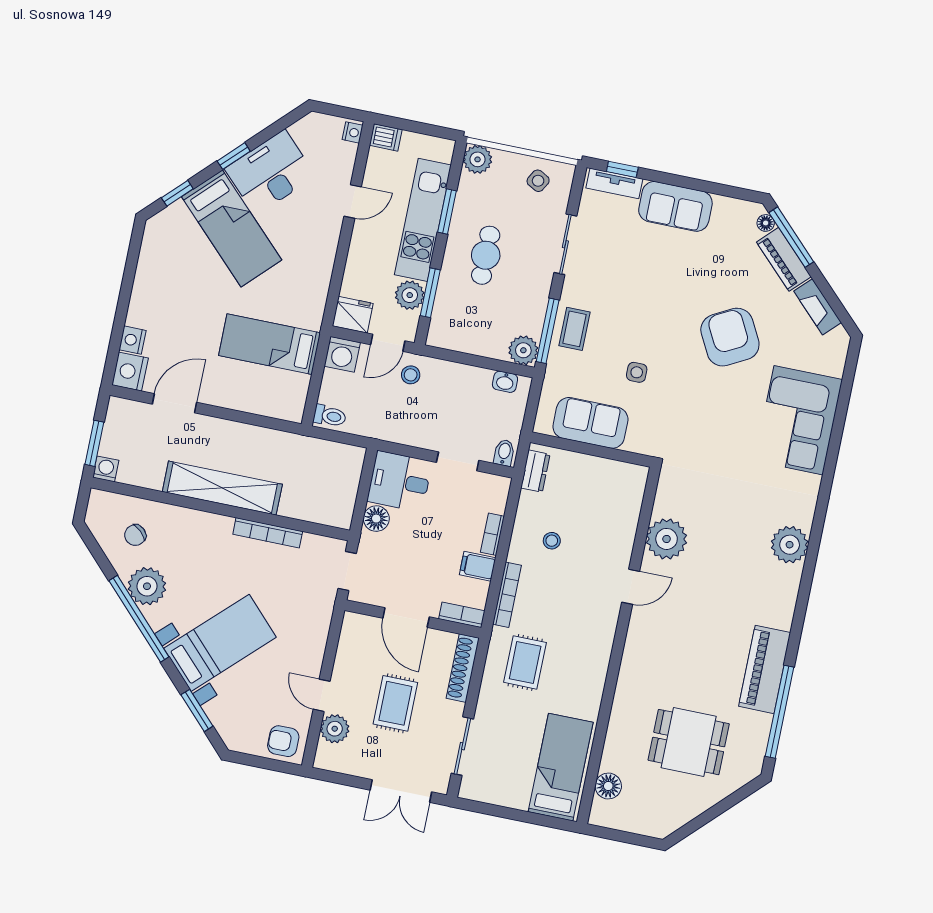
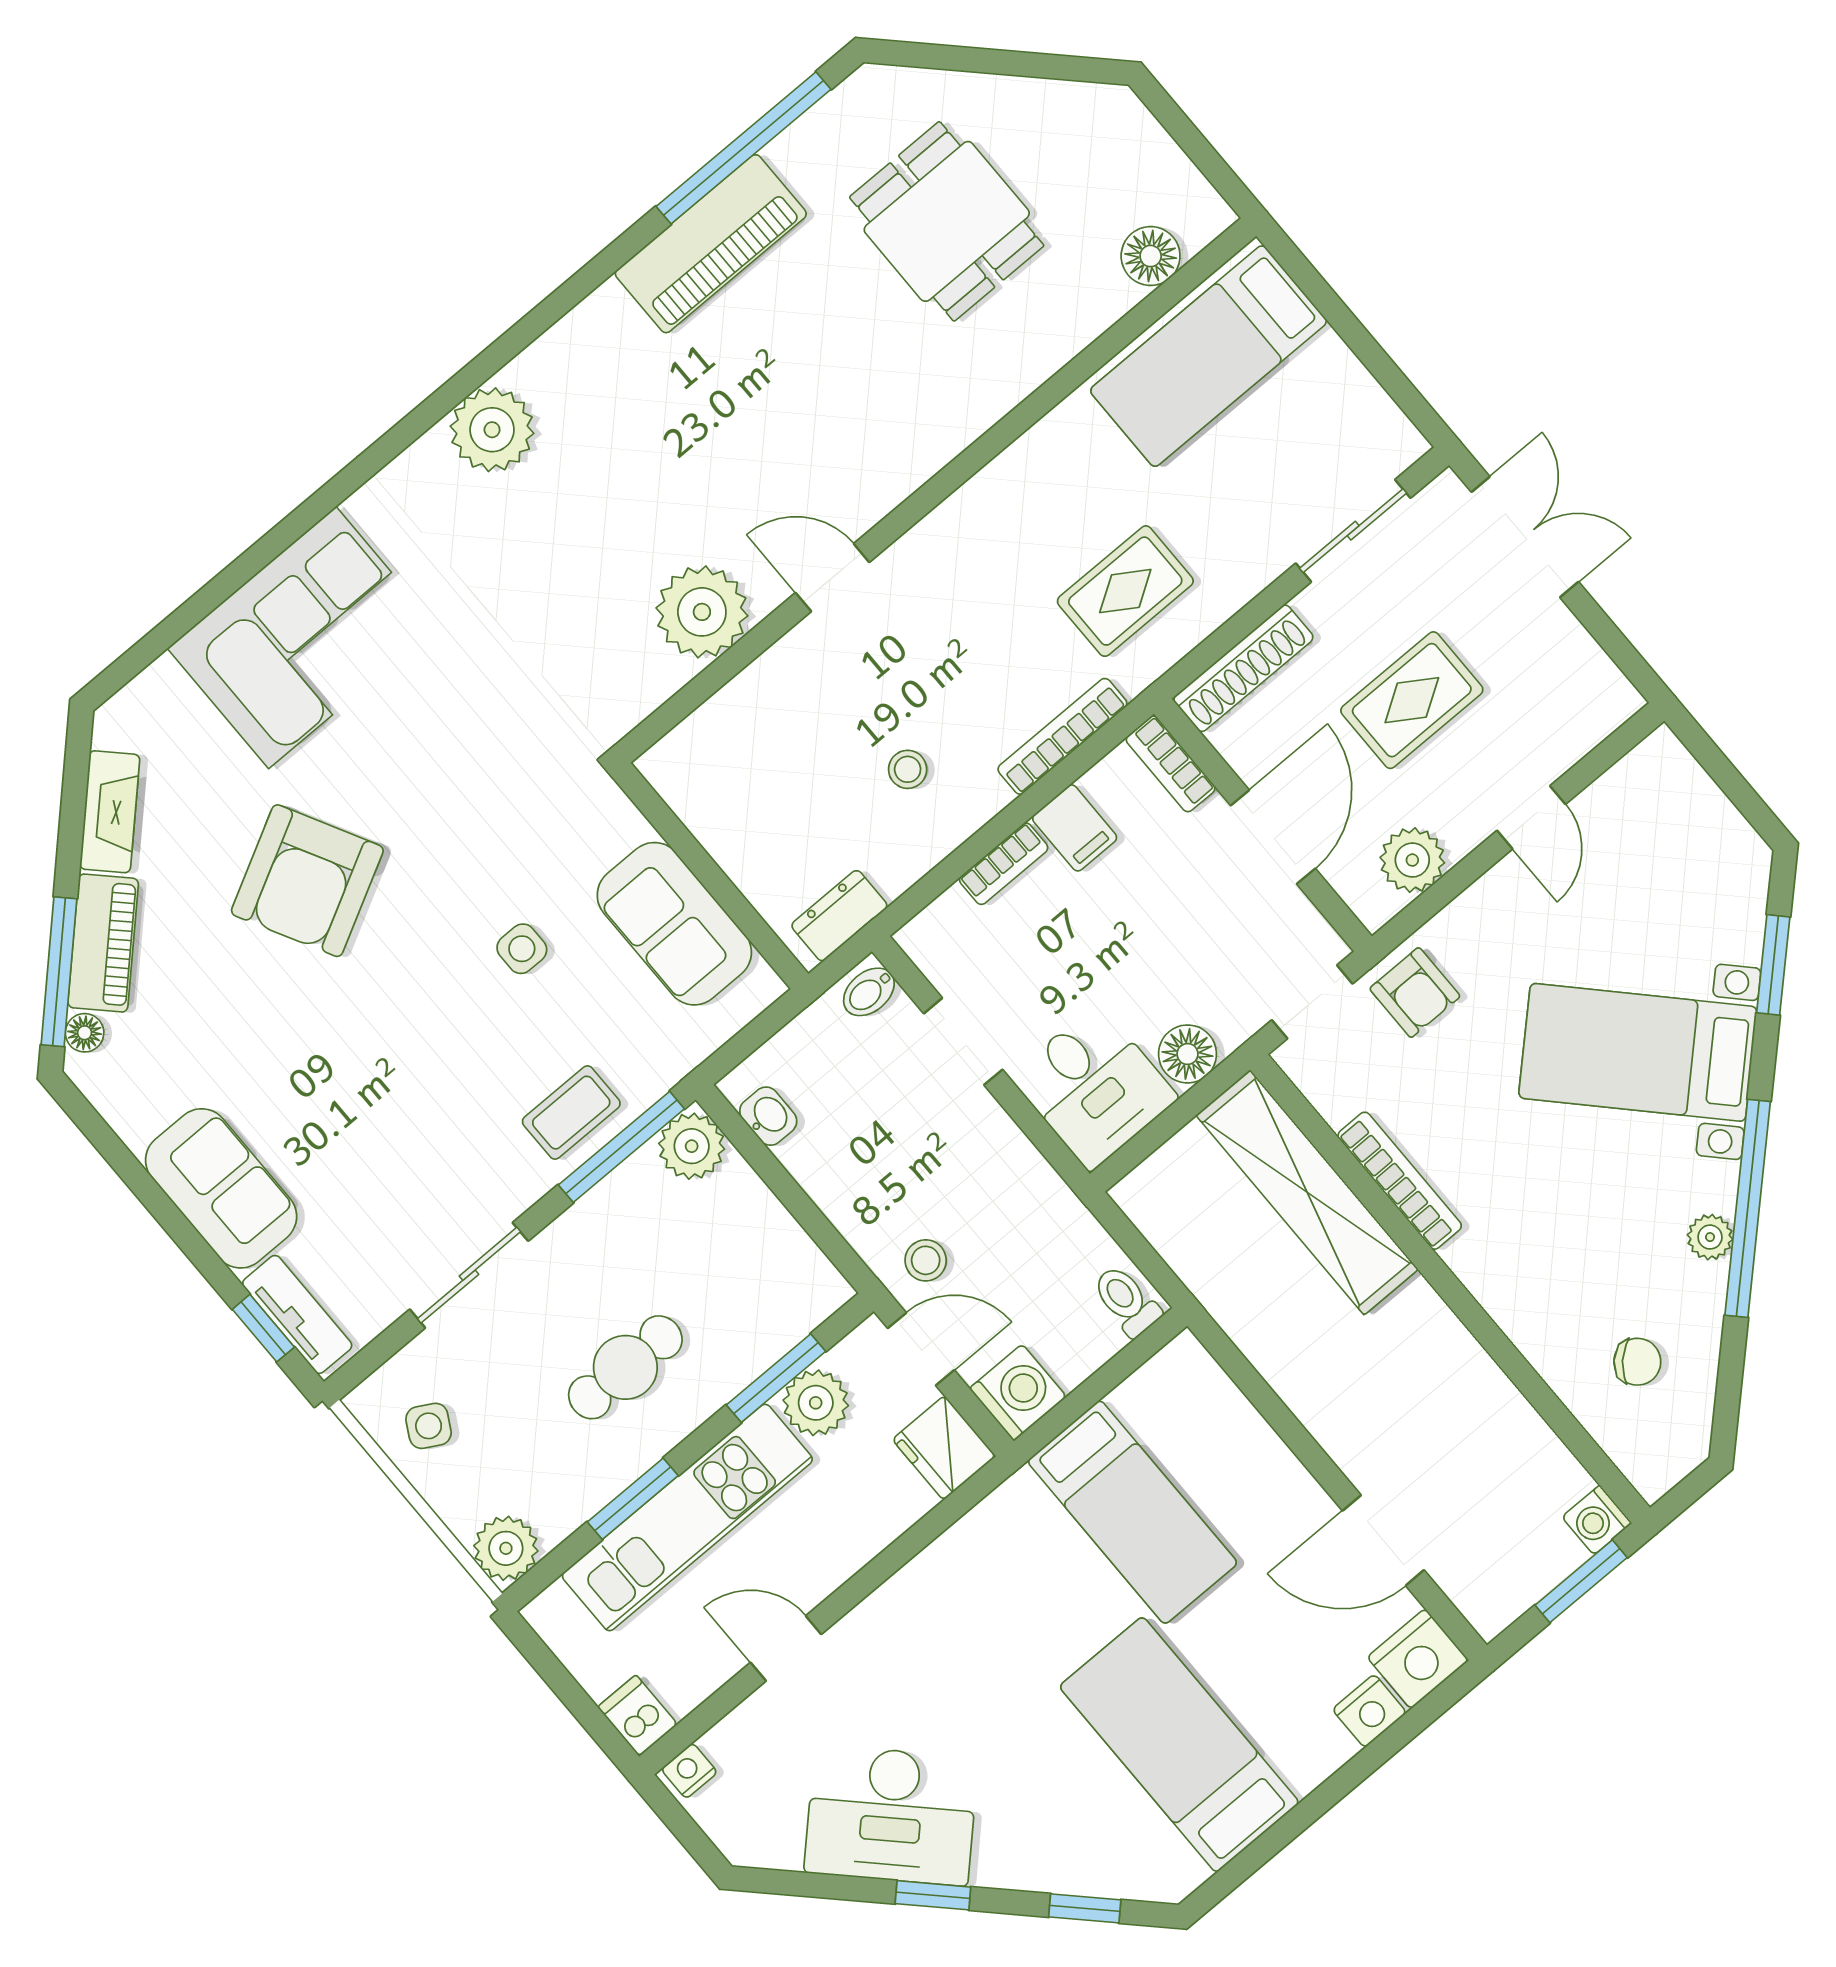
bed: (232, 228) -> (1179, 1745), moved, turned -45
shelving: (222, 488) -> (1307, 1192), moved
plant: (147, 586) -> (1710, 1237), width x0.53, depth x0.53
plant: (335, 729) -> (1412, 860), moved
armchair: (283, 741) -> (1415, 992), moved

